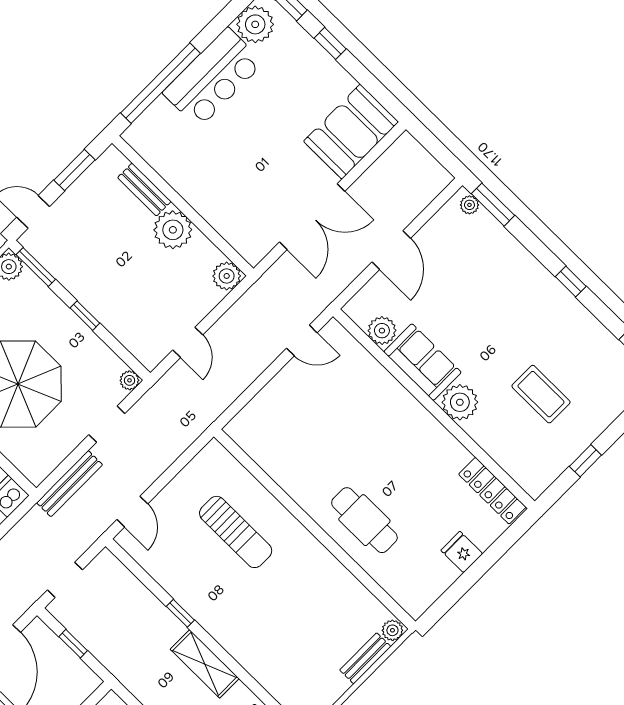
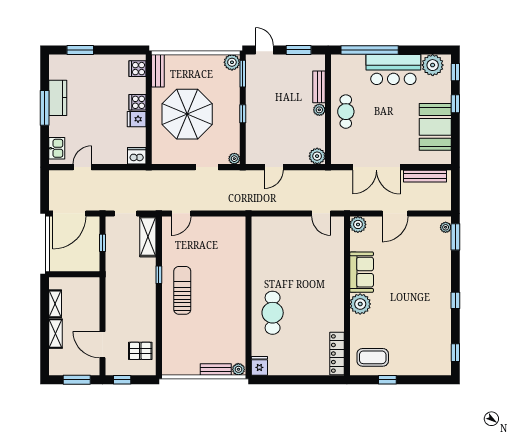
booth: (351, 132) -> (435, 127), moved, turned 90
cafe table: (207, 187) -> (346, 112), added
plant: (173, 230) -> (319, 110), width x0.53, depth x0.53
plant: (382, 331) -> (358, 224), moved
coffee table: (541, 394) -> (373, 357), moved, turned 90
bench: (69, 484) -> (425, 176), moved
sun lounger: (236, 532) -> (182, 290), moved, turned 180
fridge: (462, 552) -> (259, 366), moved
shelving: (205, 664) -> (148, 237), moved

